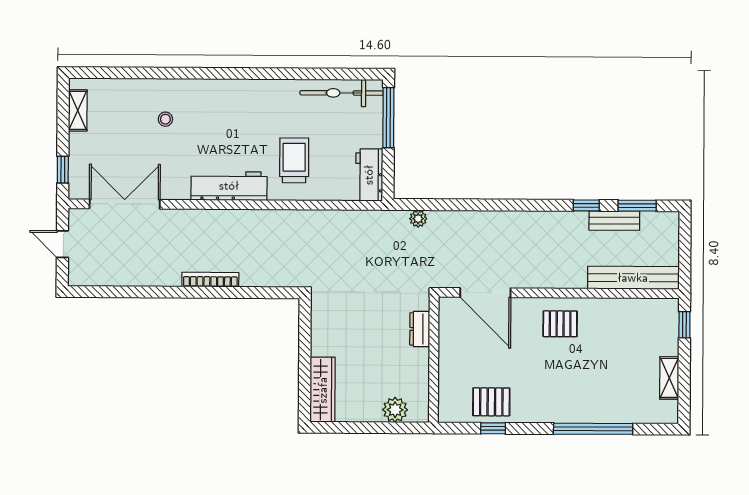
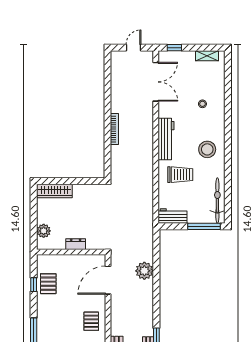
stool: (248, 111) -> (207, 149), added
plant: (418, 219) -> (144, 271), moved, width x1.88, depth x1.88
dresser: (420, 329) -> (76, 244), moved

